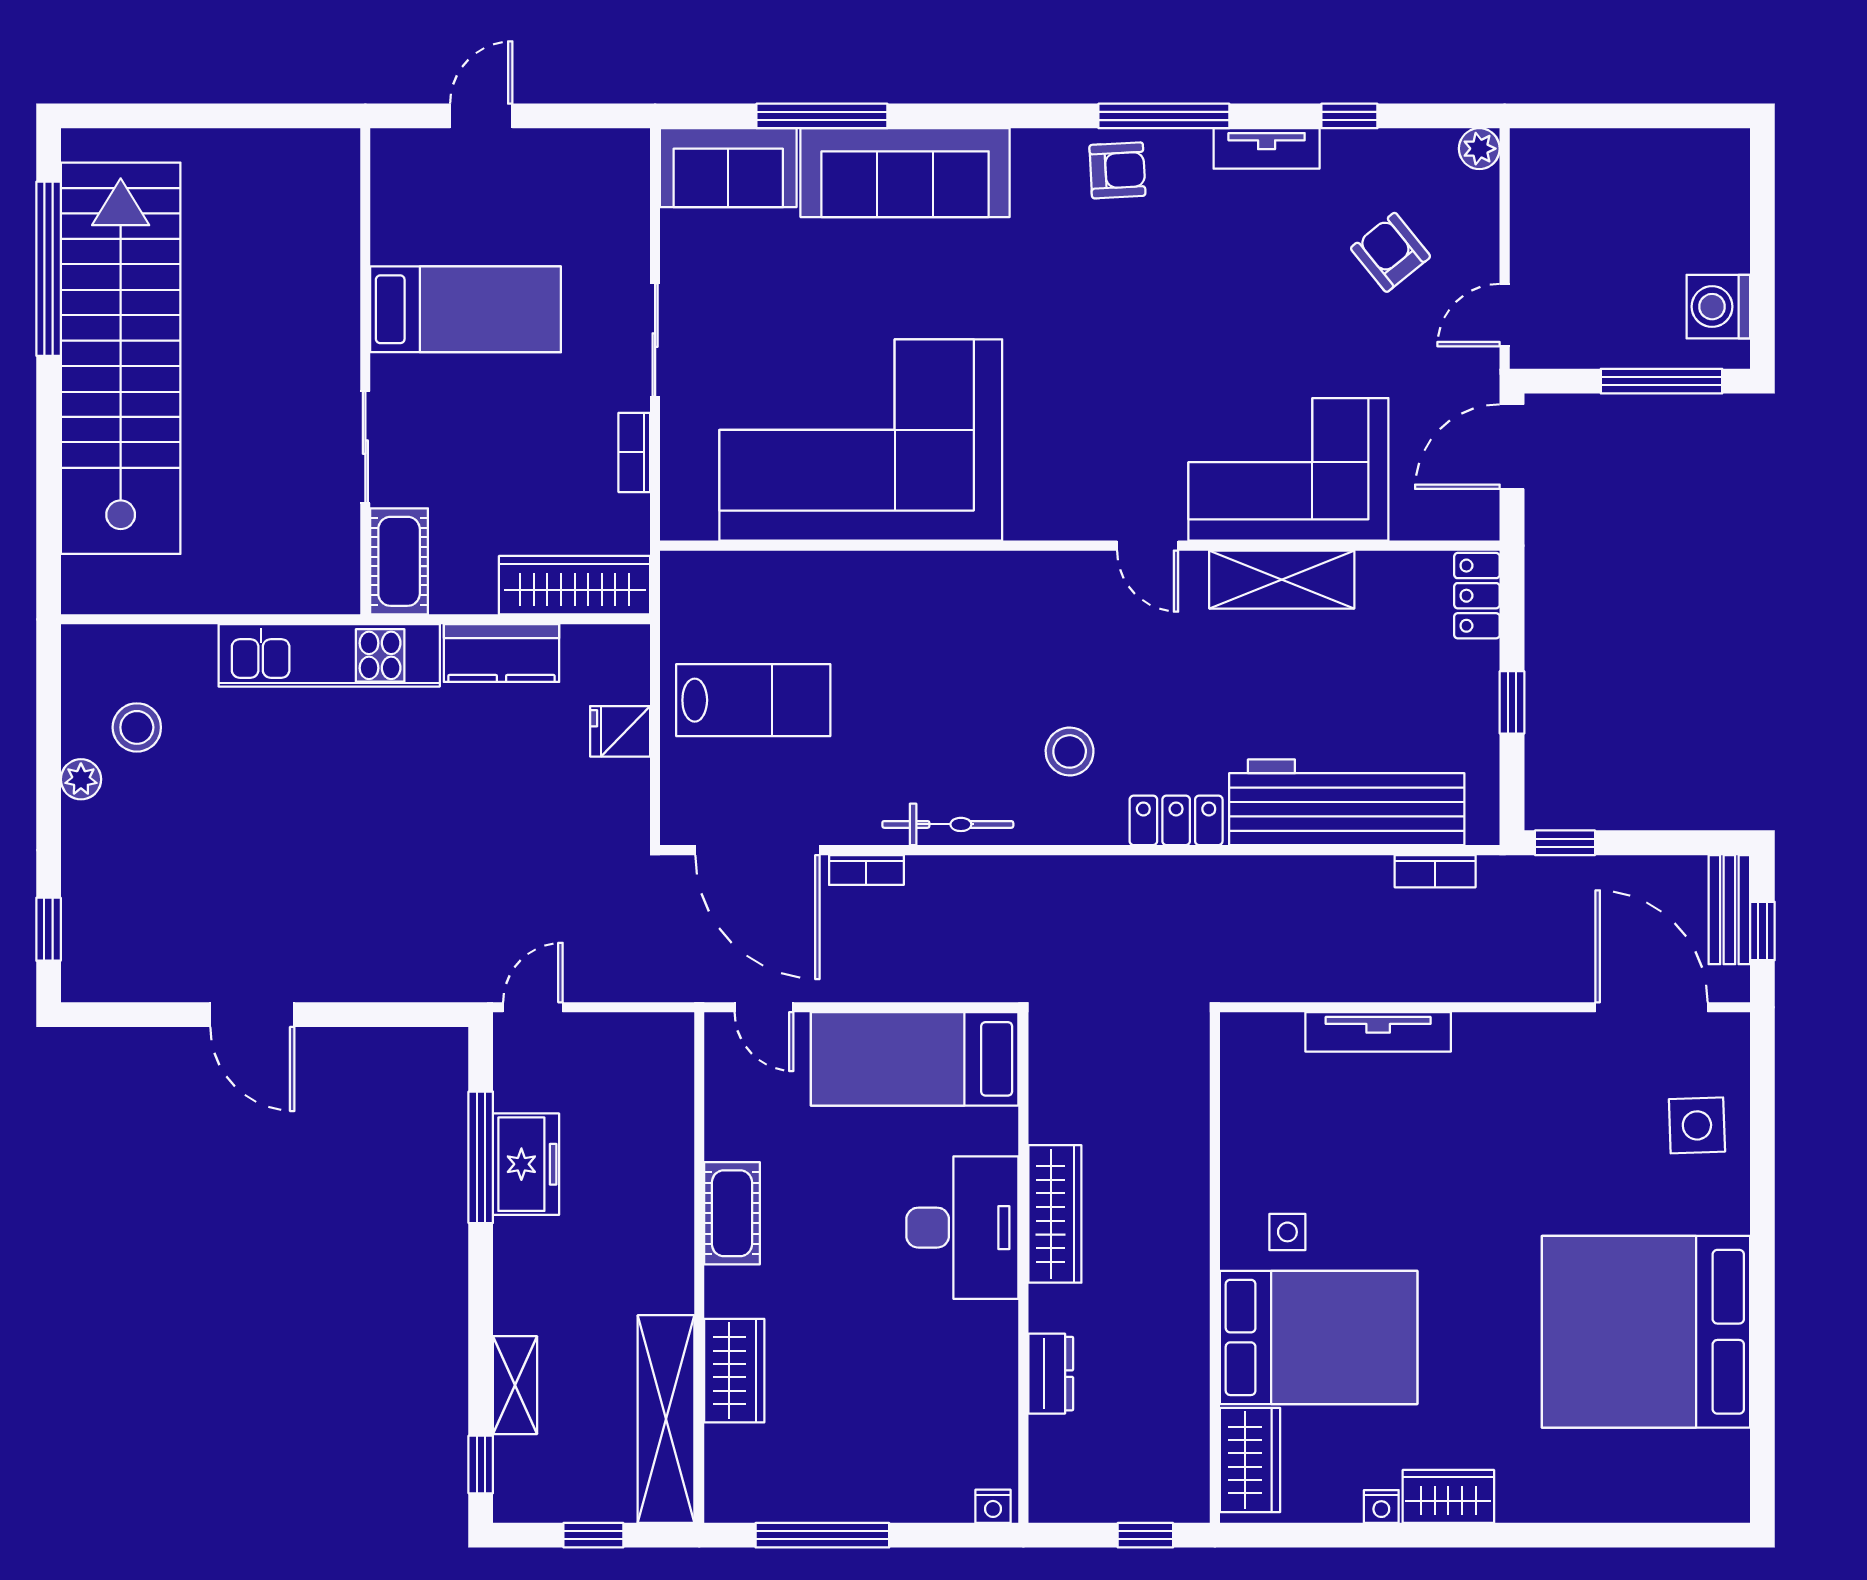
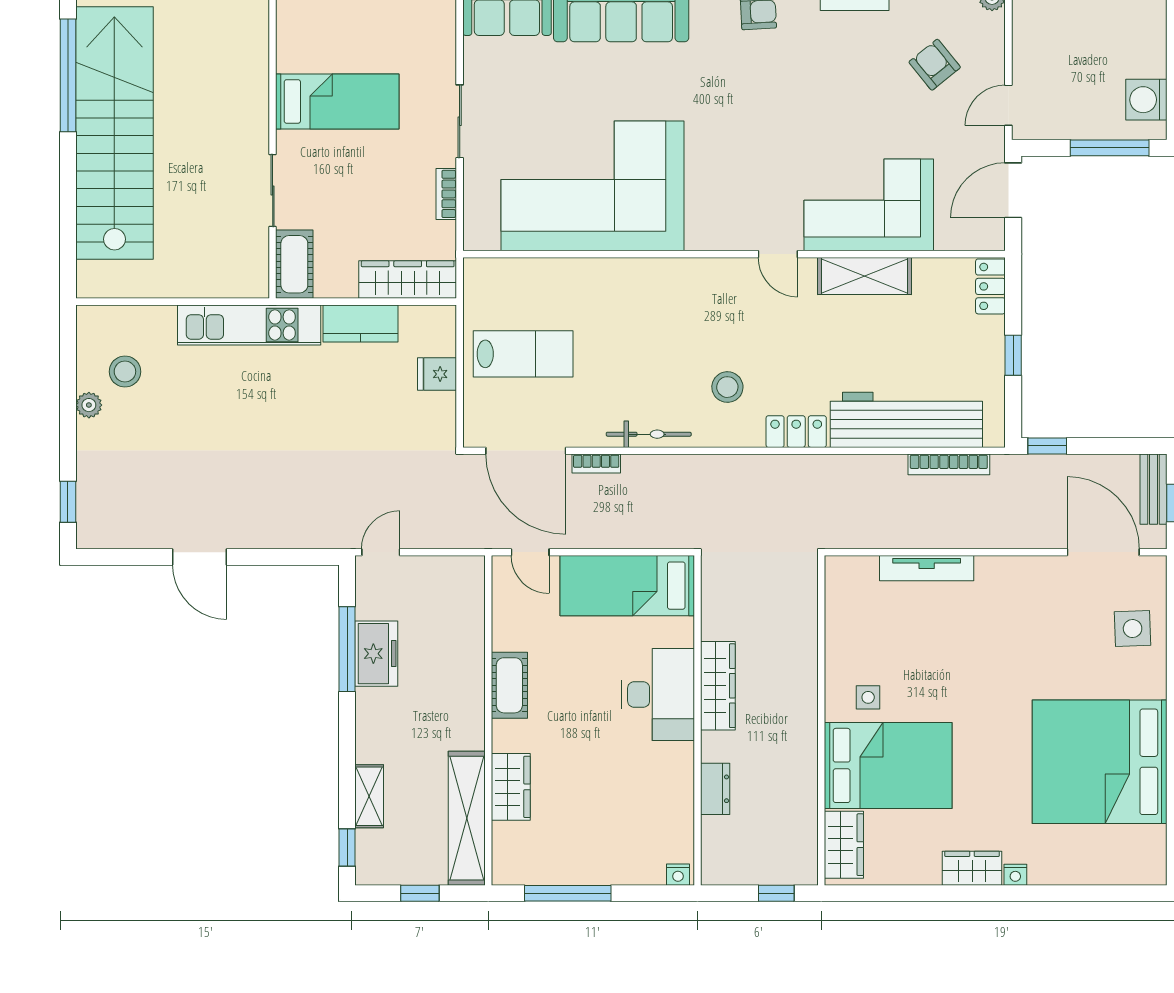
bookcase: (1435, 871) -> (949, 464), width x1.56
nightstand: (1381, 1506) -> (1015, 875), moved

